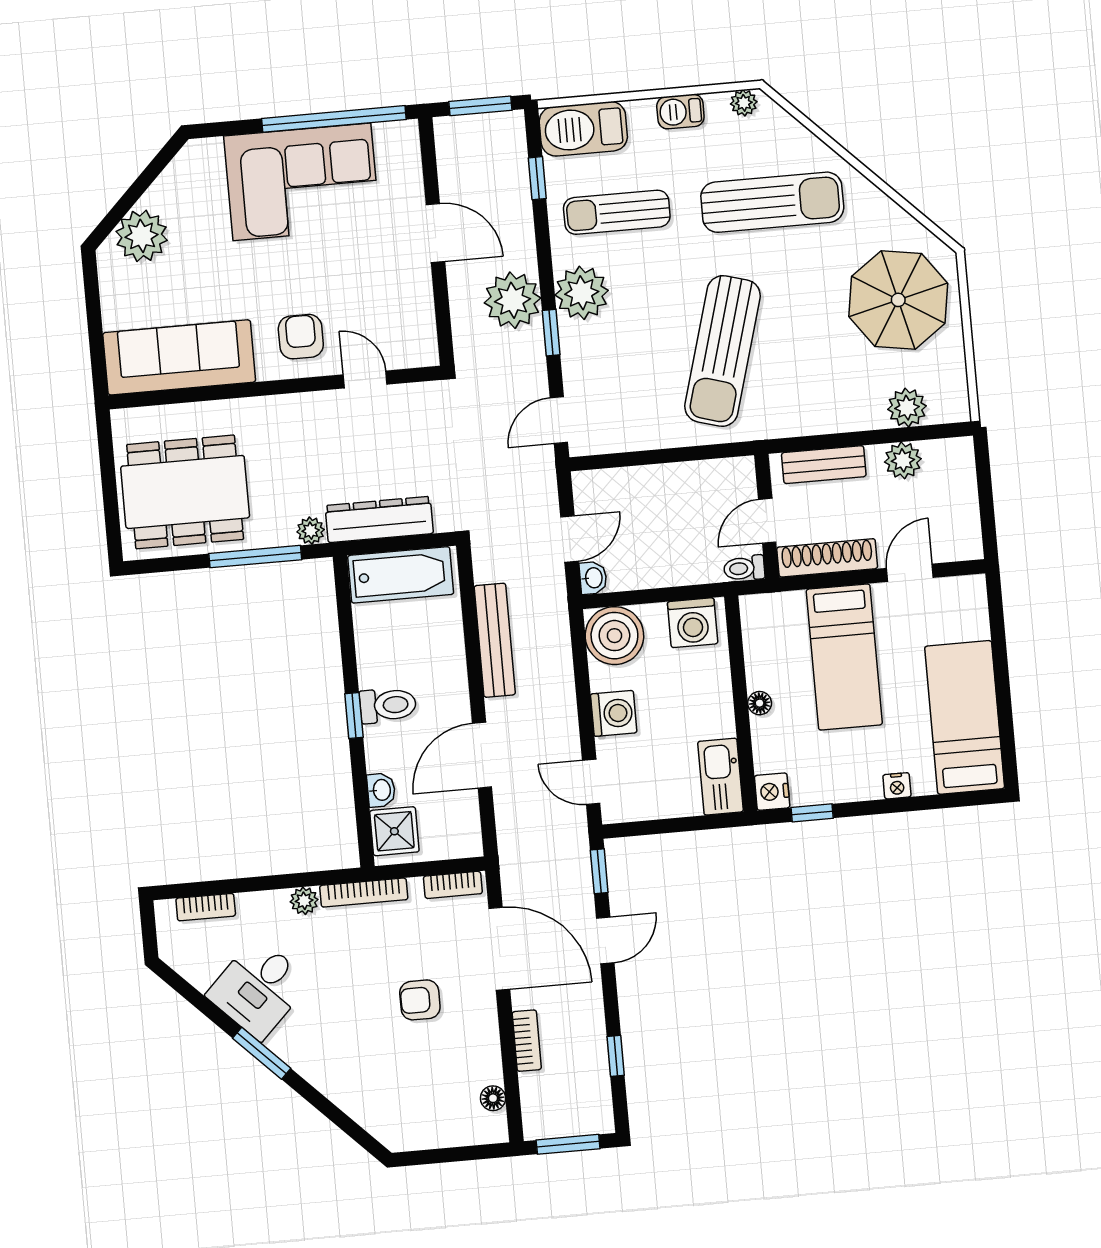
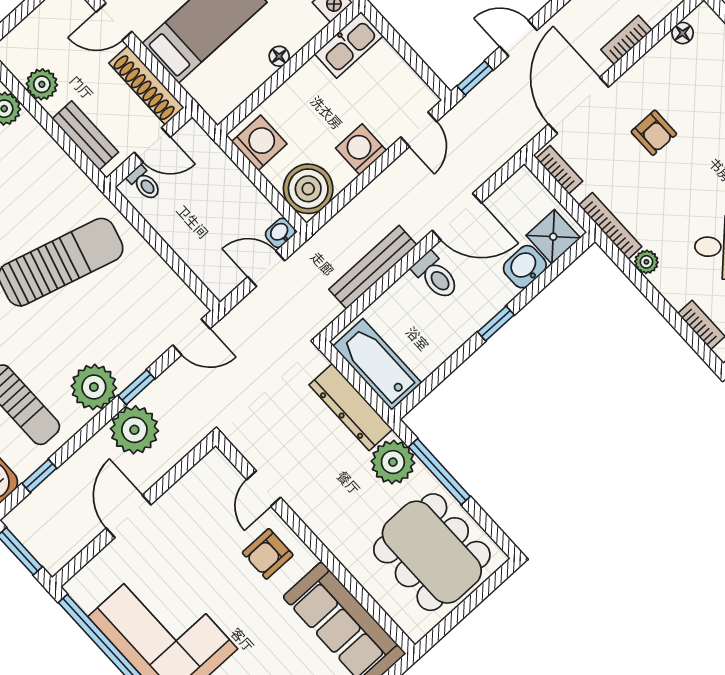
plant: (311, 531) -> (393, 462), width x1.88, depth x1.88
toilet: (744, 568) -> (144, 183), moved
toilet: (388, 705) -> (436, 276), moved, turned 180
washbasin: (381, 790) -> (525, 267), width x1.38, depth x1.45

